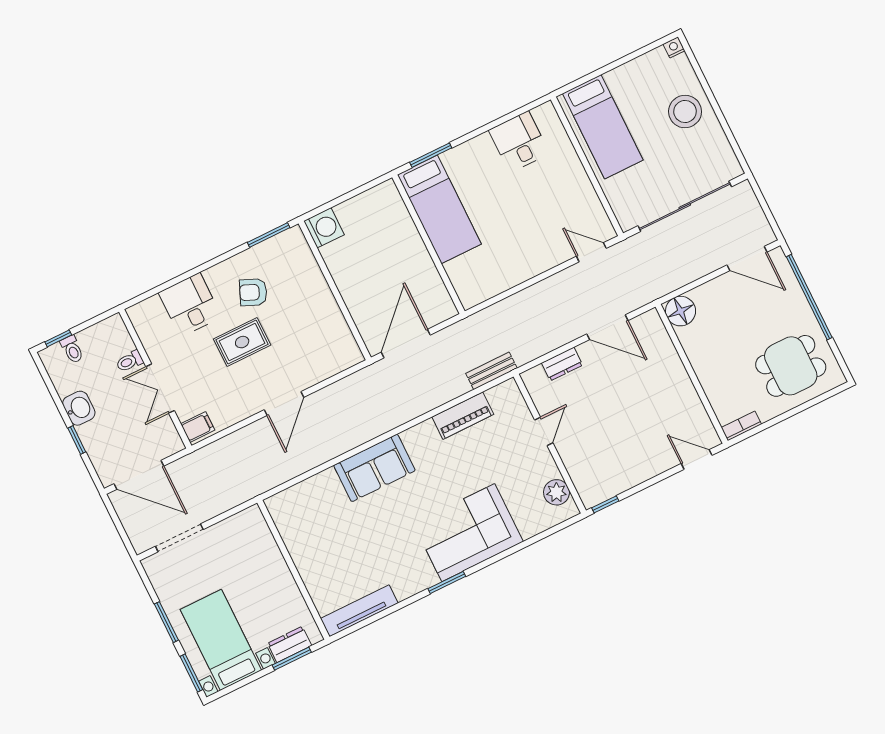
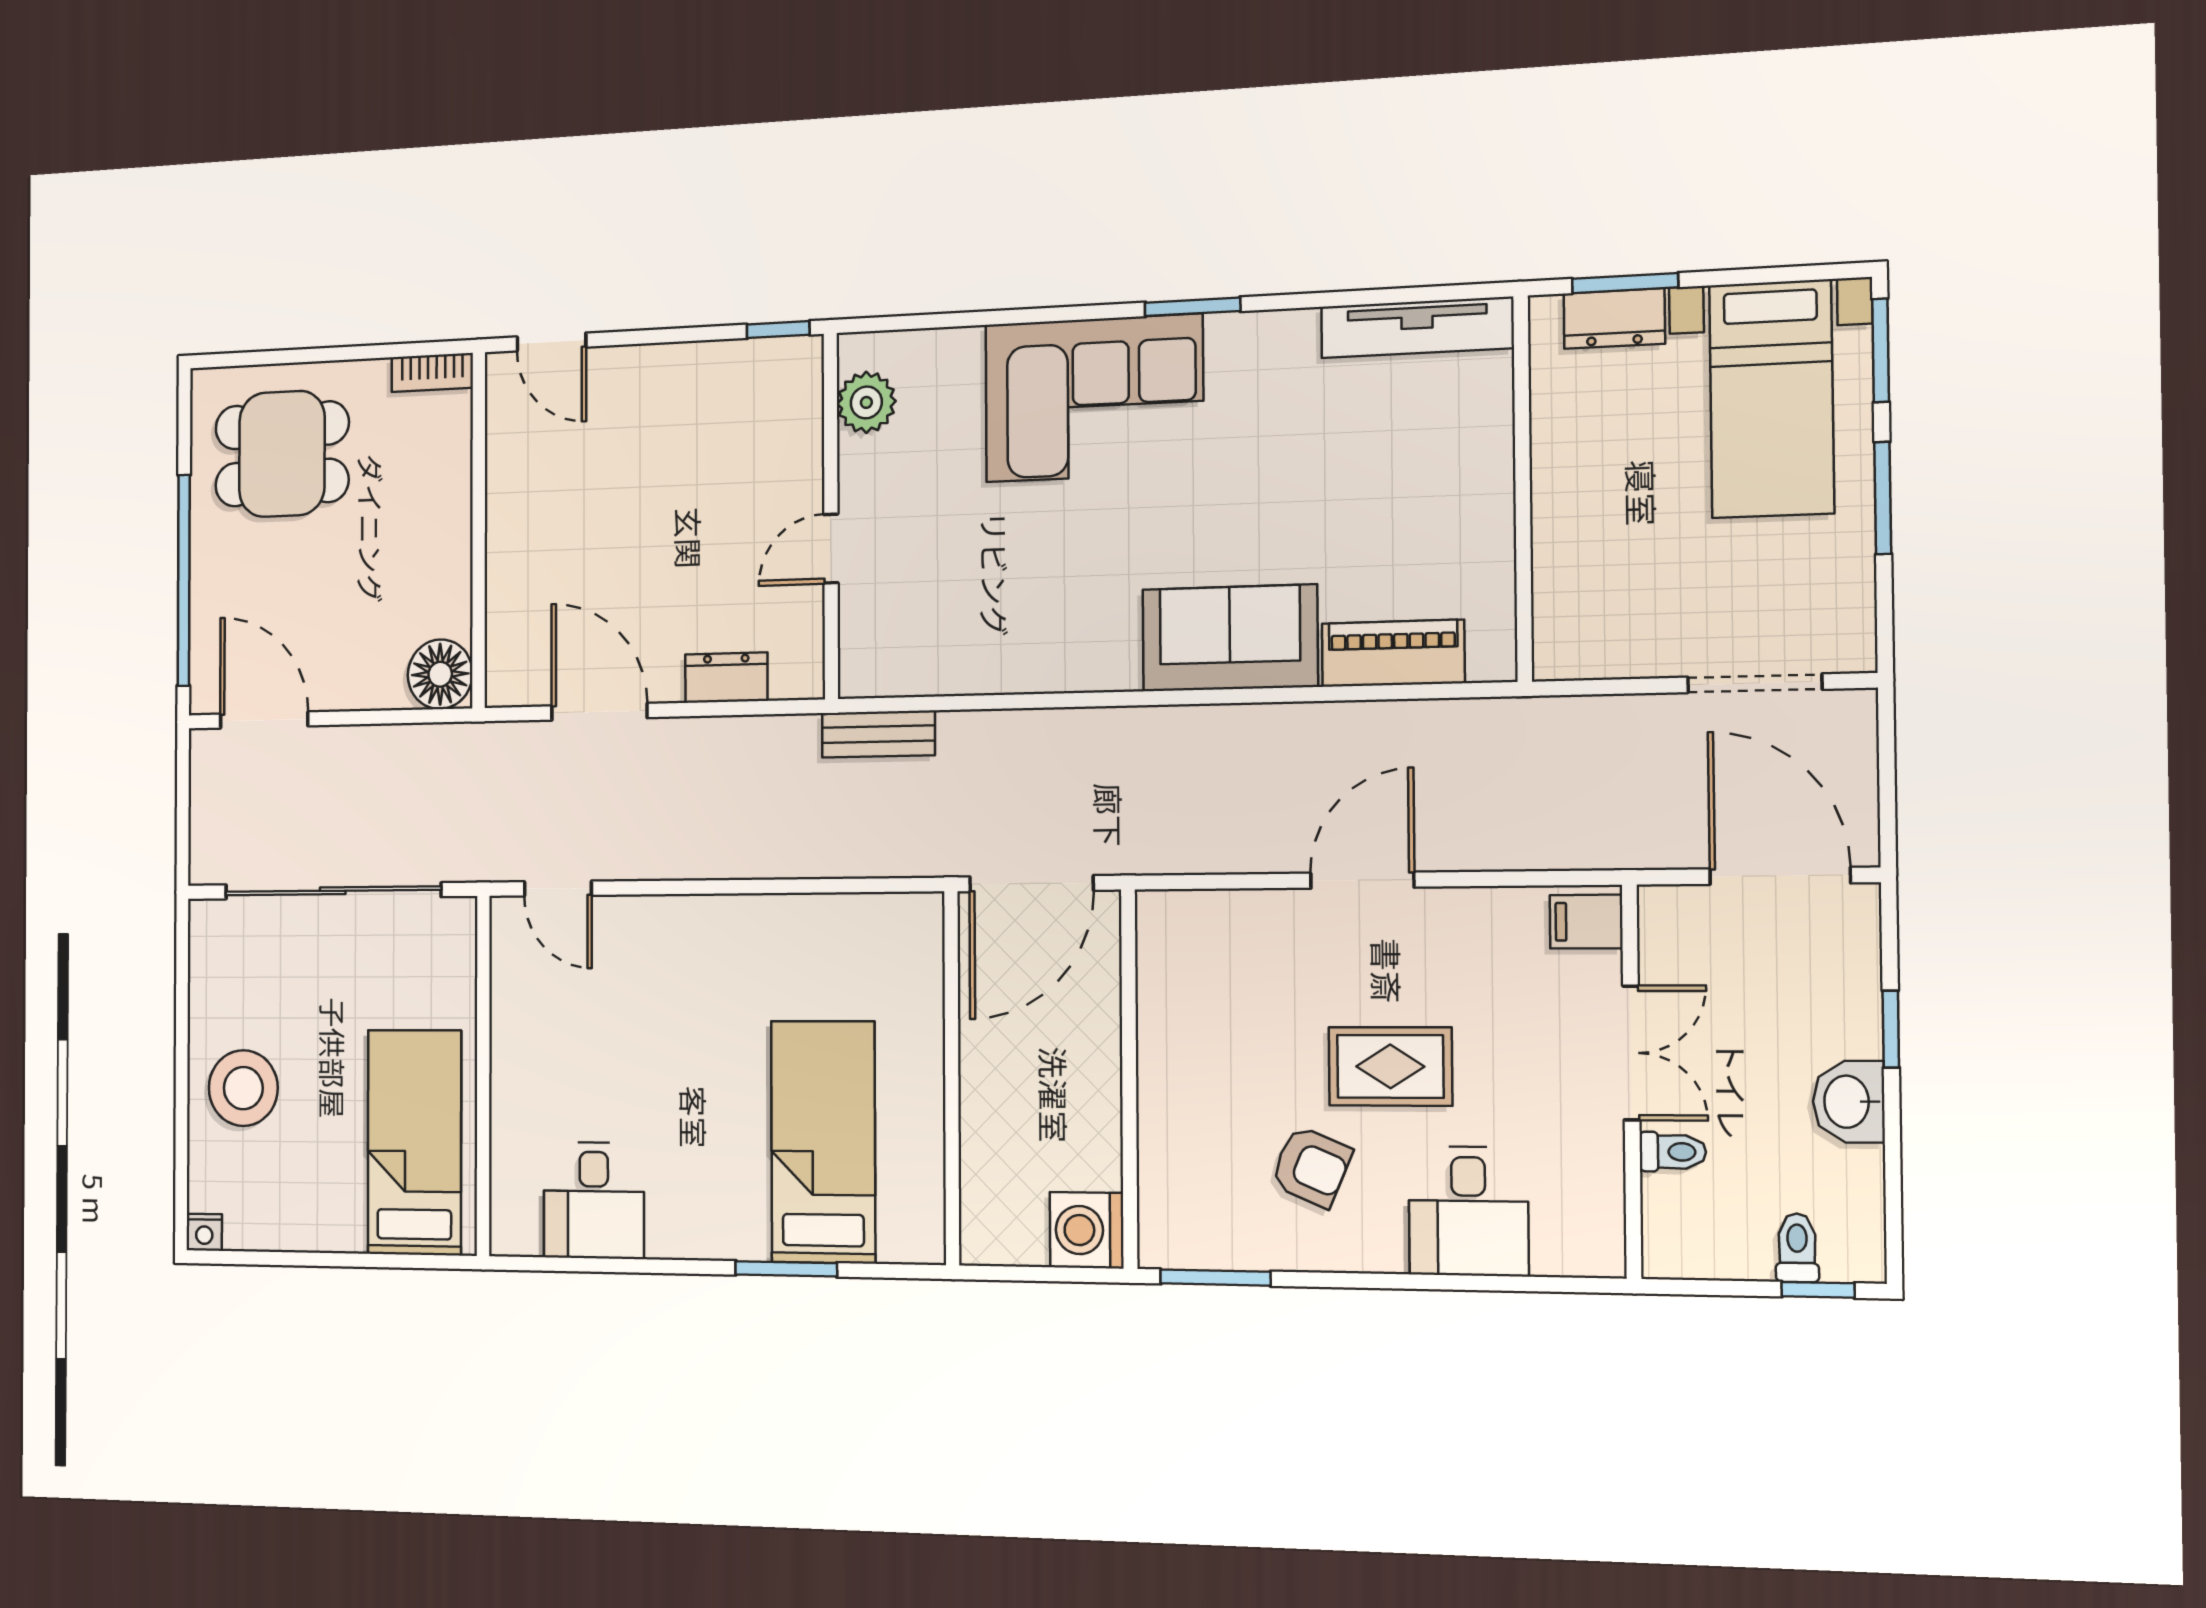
wall: (428, 244) -> (952, 1078), moved
piano: (463, 416) -> (1393, 653), moved

